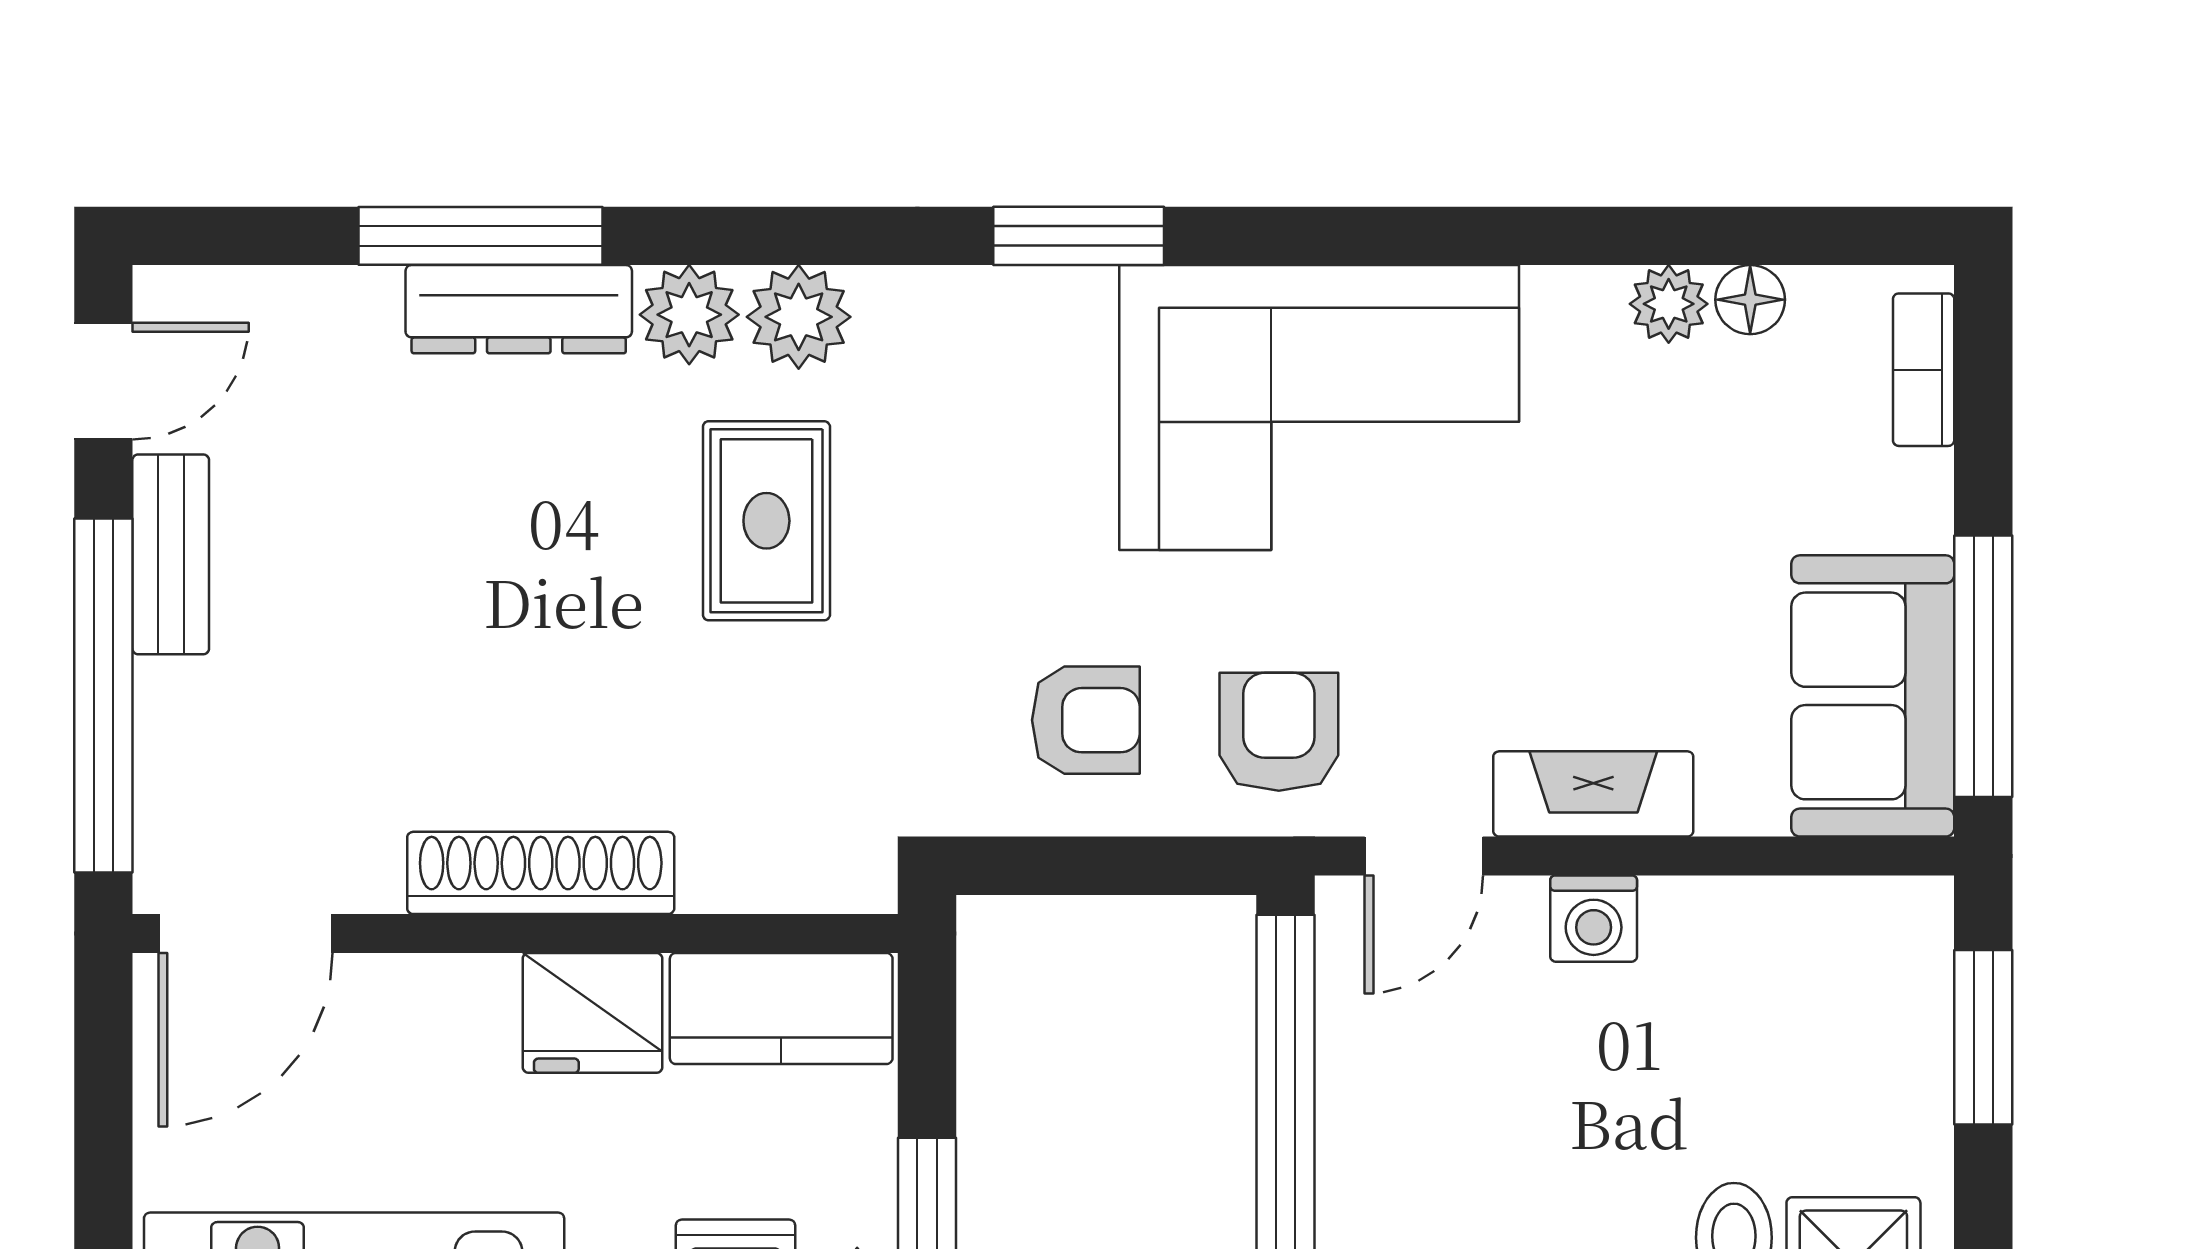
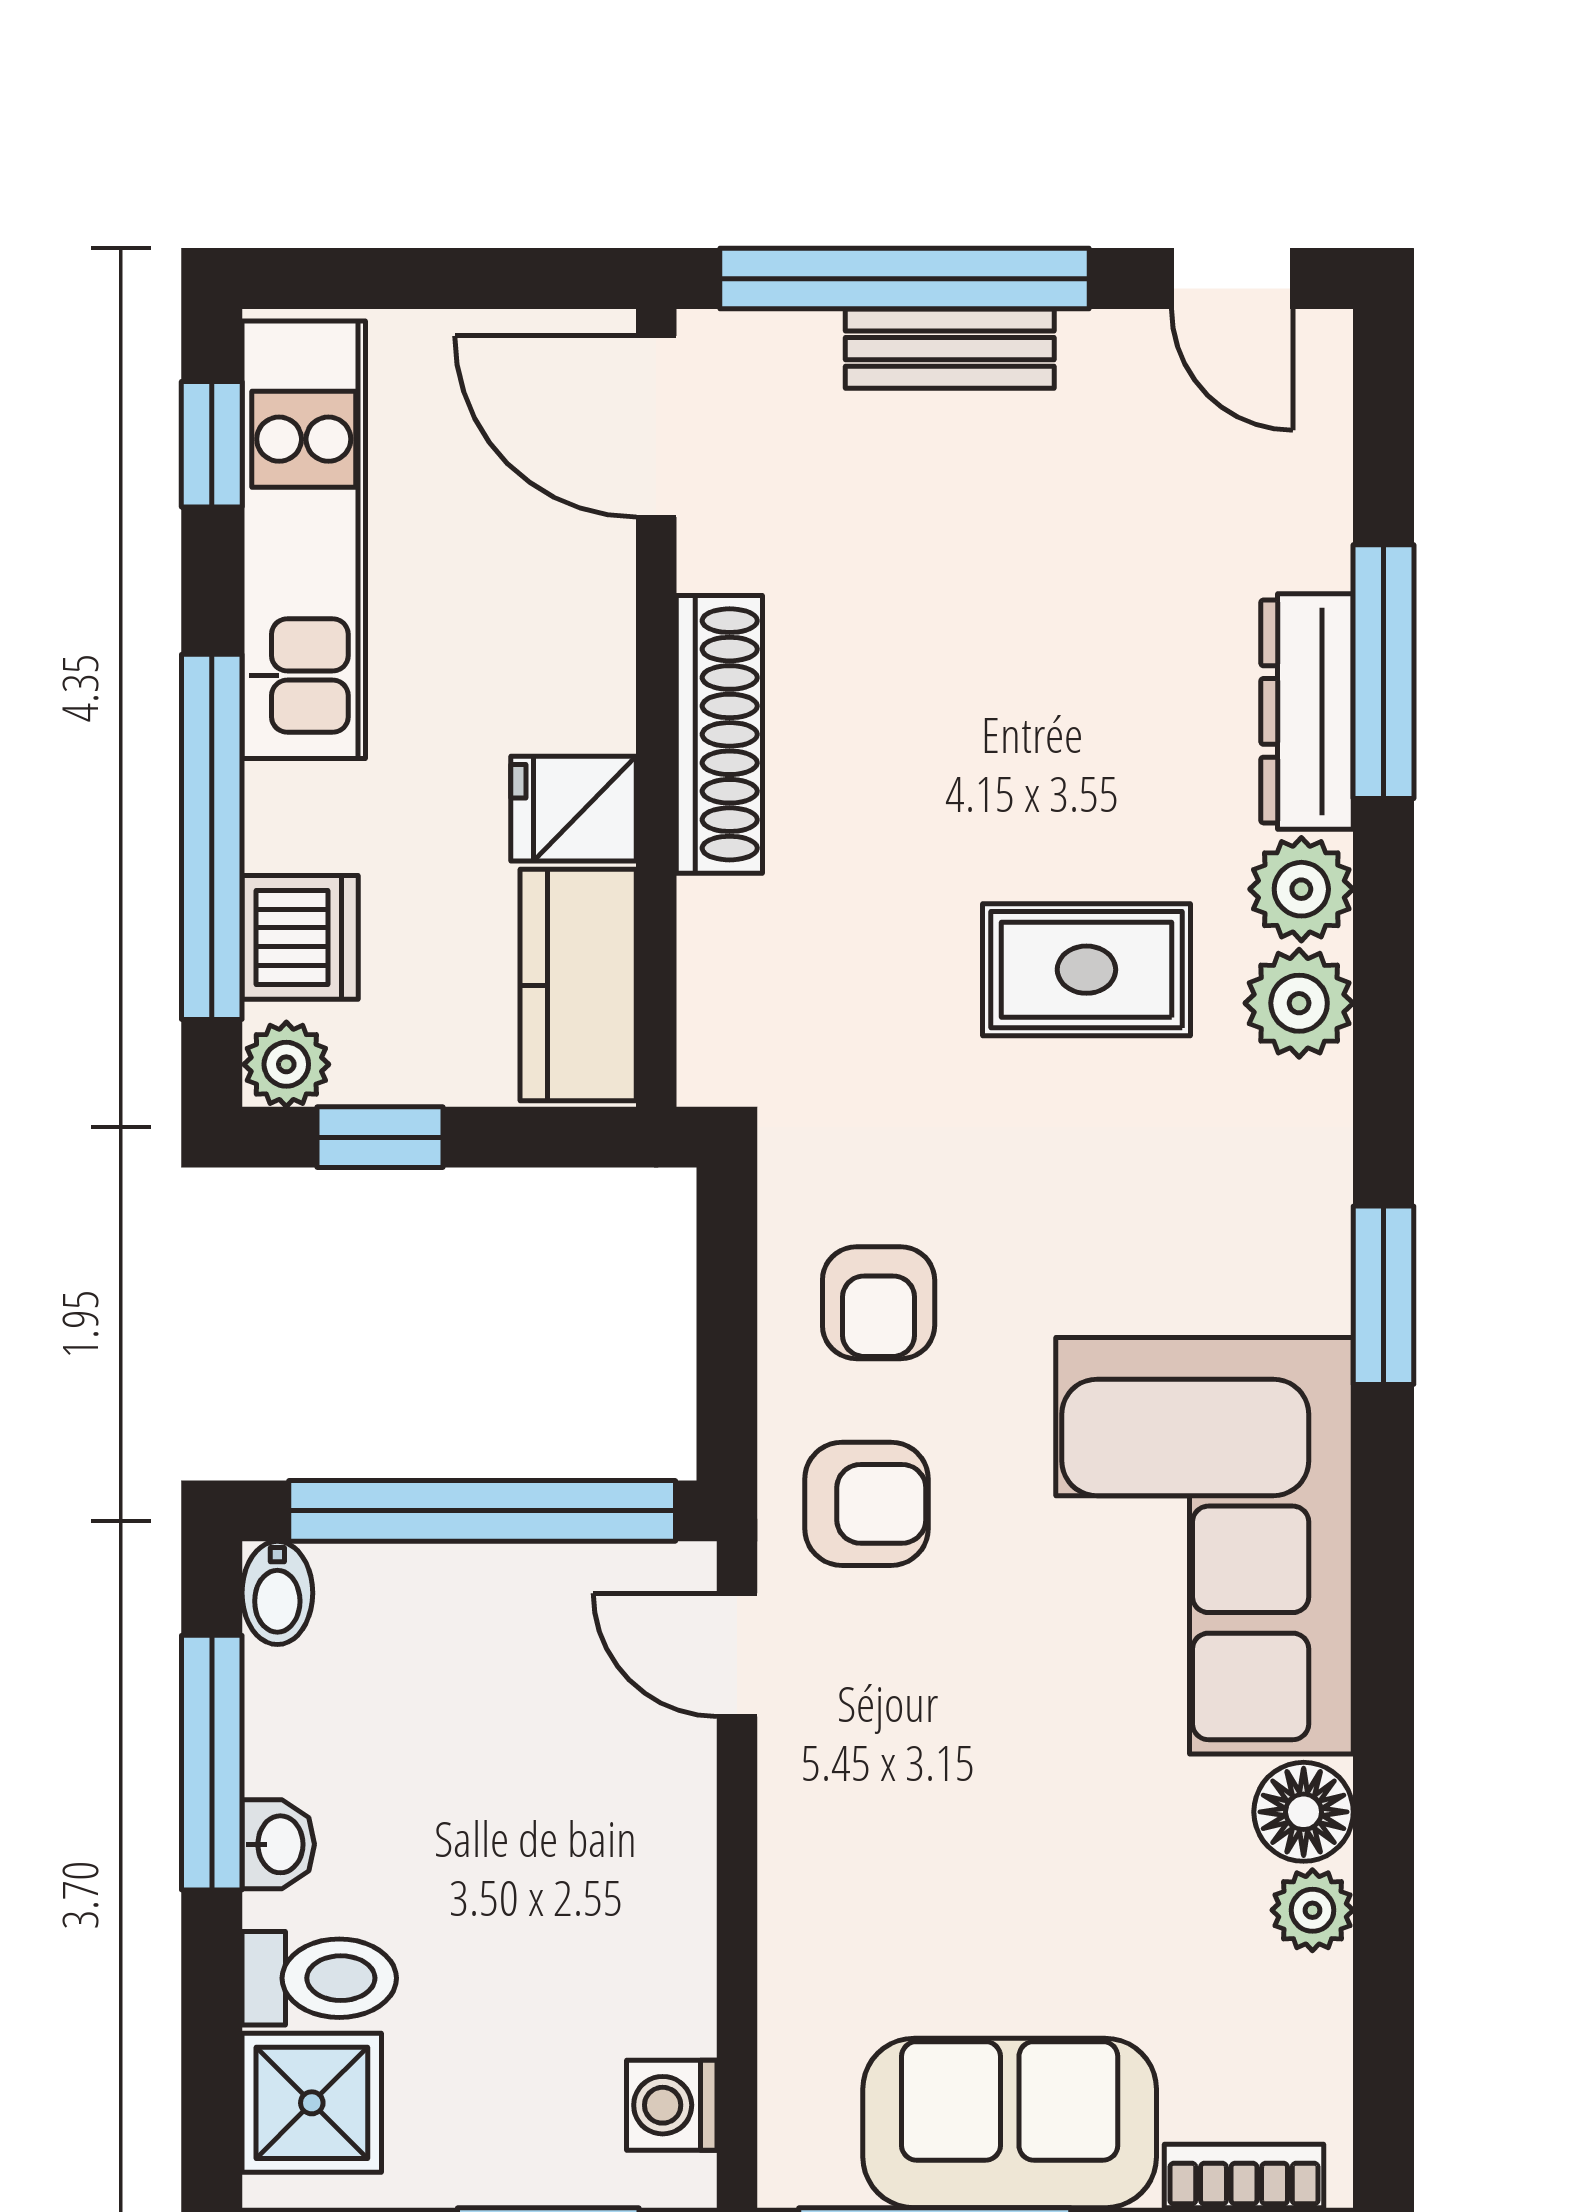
floor lamp: (1750, 300) -> (1304, 1812), moved, width x1.37, depth x1.37
bench: (171, 554) -> (950, 349), moved
sofa: (1873, 696) -> (1010, 2123), moved
fireplace: (1593, 794) -> (802, 1832), removed
washing machine: (1594, 919) -> (672, 2105), moved
fridge: (593, 1013) -> (573, 809), width x0.72

